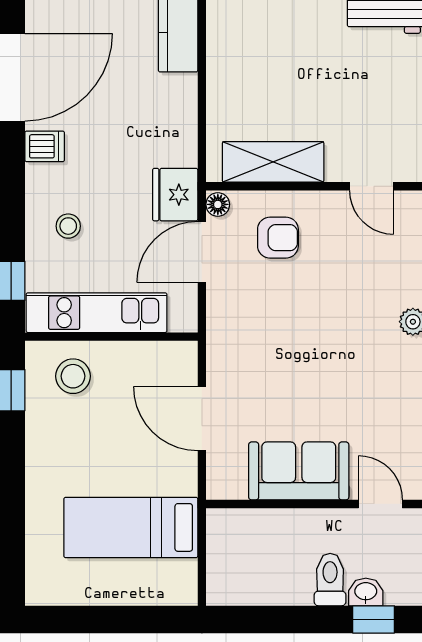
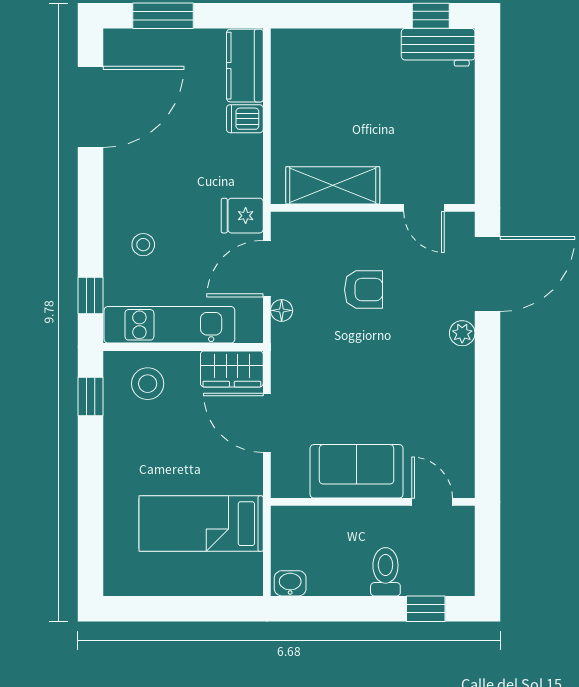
dishwasher: (45, 146) -> (245, 119), moved, turned 180
fridge: (175, 195) -> (242, 216), width x0.72
floor lamp: (218, 204) -> (282, 310), moved
armchair: (278, 238) -> (363, 290), moved
wardrobe: (164, 360) -> (232, 369), added
washbasin: (366, 592) -> (290, 583), moved

